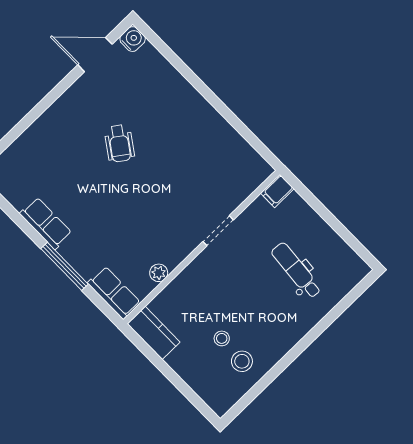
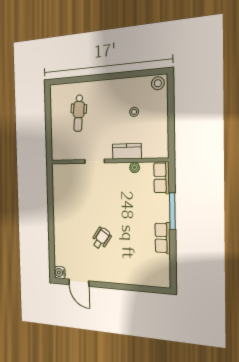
filing cabinet: (277, 191) -> (58, 155), removed
kitchen counter: (154, 333) -> (127, 151), moved, turned 90
stool: (242, 361) -> (158, 83), moved

